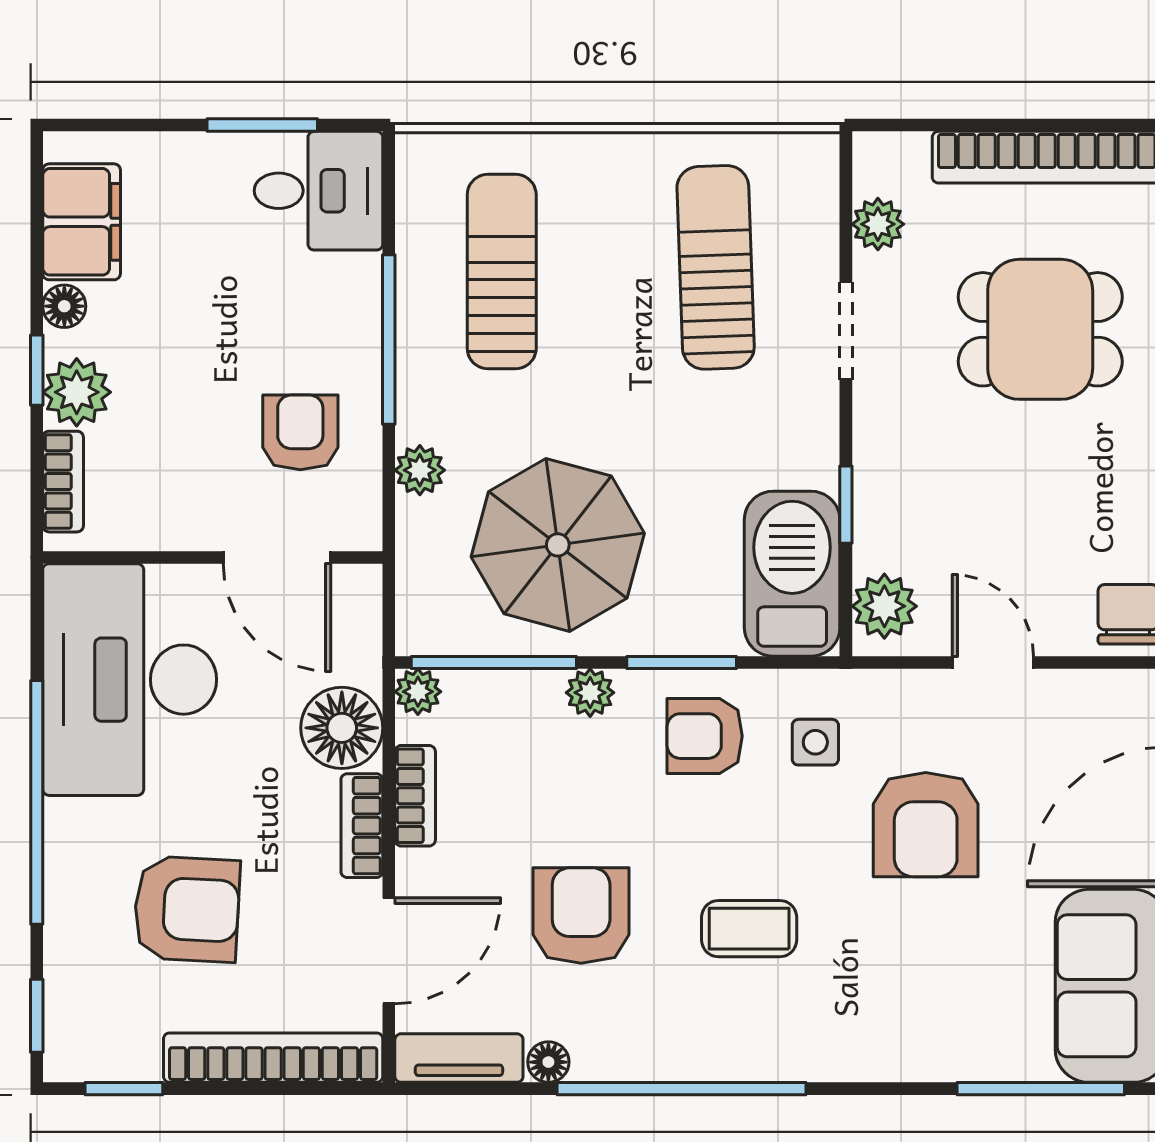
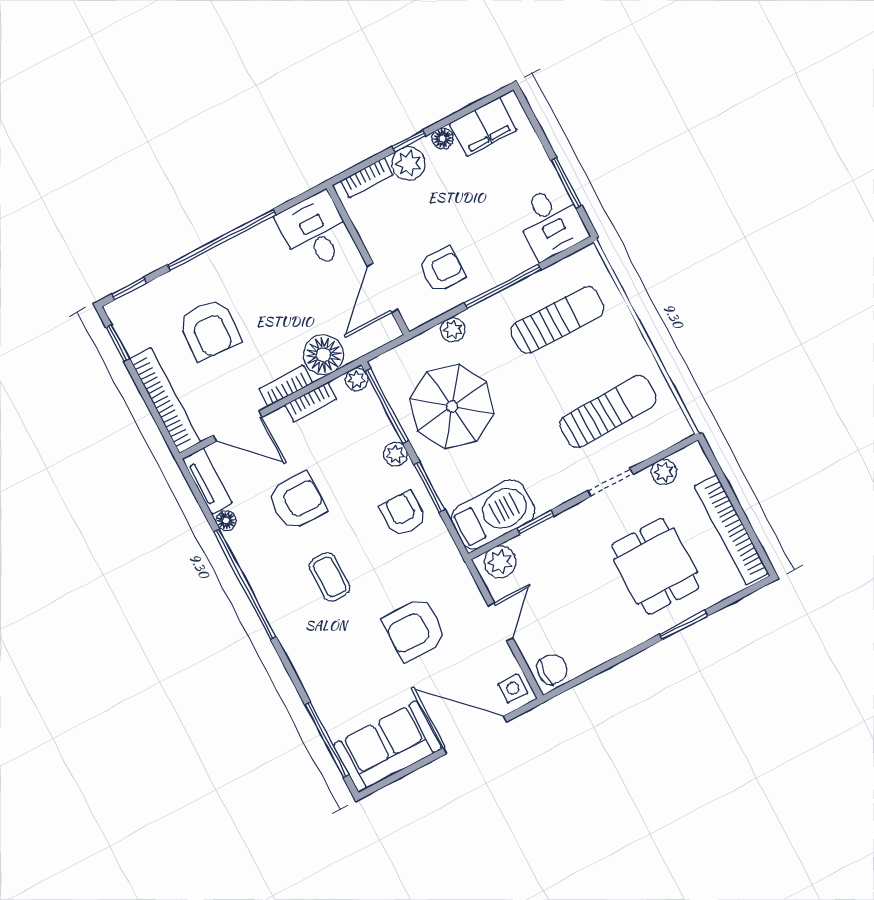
desk: (130, 680) -> (315, 231), width x0.53, depth x0.77
side table: (815, 742) -> (513, 688), moved

